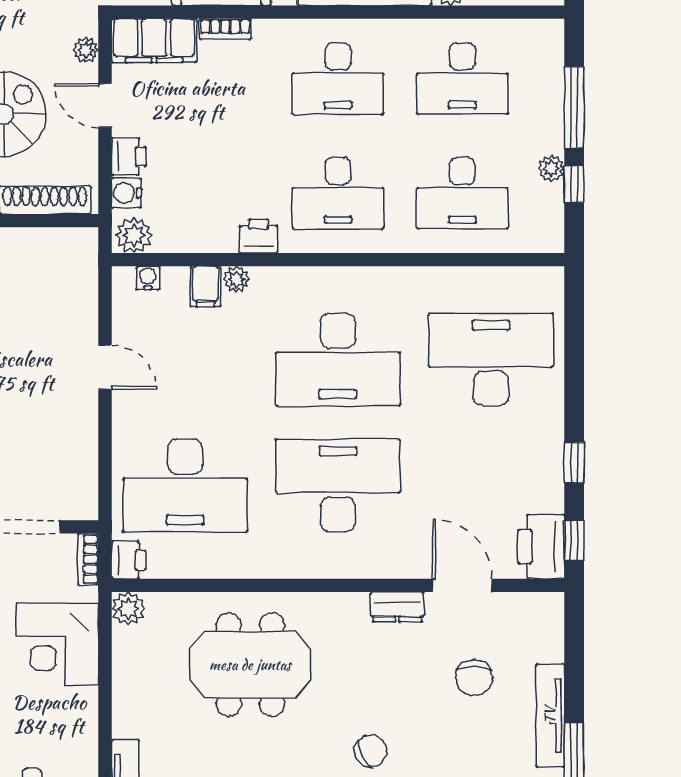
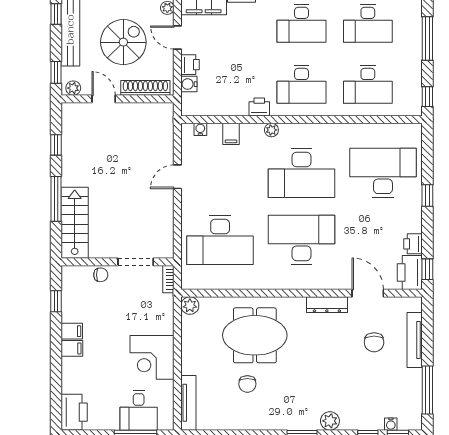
plant: (551, 168) -> (415, 71), removed
window: (574, 184) -> (427, 97), moved
plant: (134, 235) -> (193, 107), removed
plant: (236, 279) -> (271, 130), moved
door: (105, 367) -> (177, 177), swing flipped
window: (574, 462) -> (427, 196), moved
printer: (129, 560) -> (413, 244), moved, turned 180
dresser: (397, 607) -> (327, 305), width x1.44
corner desk: (57, 644) -> (152, 357), moved
tv unit: (550, 715) -> (415, 340), moved
chair: (371, 751) -> (247, 384), moved, turned 116

